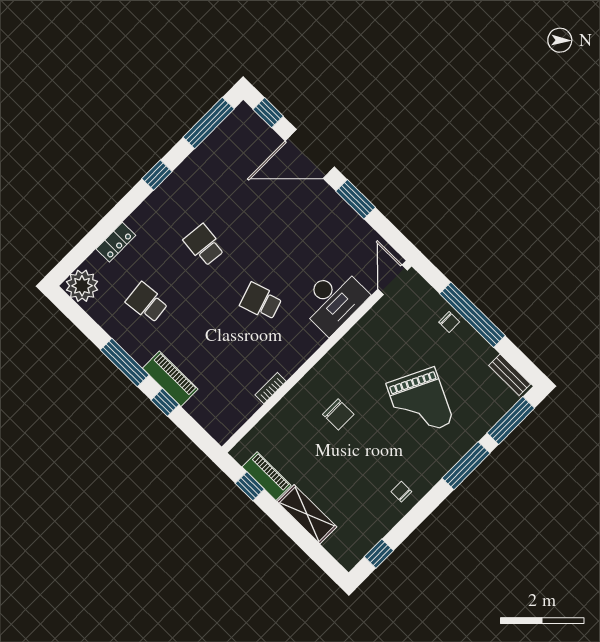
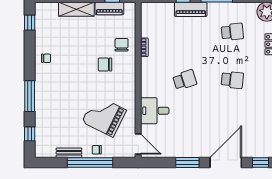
desk: (333, 300) -> (155, 111), width x0.73
bench: (510, 375) -> (69, 153), moved
grand piano: (420, 403) -> (104, 116), moved
chair: (295, 418) -> (122, 45), added
window: (511, 420) -> (30, 134), width x0.46

